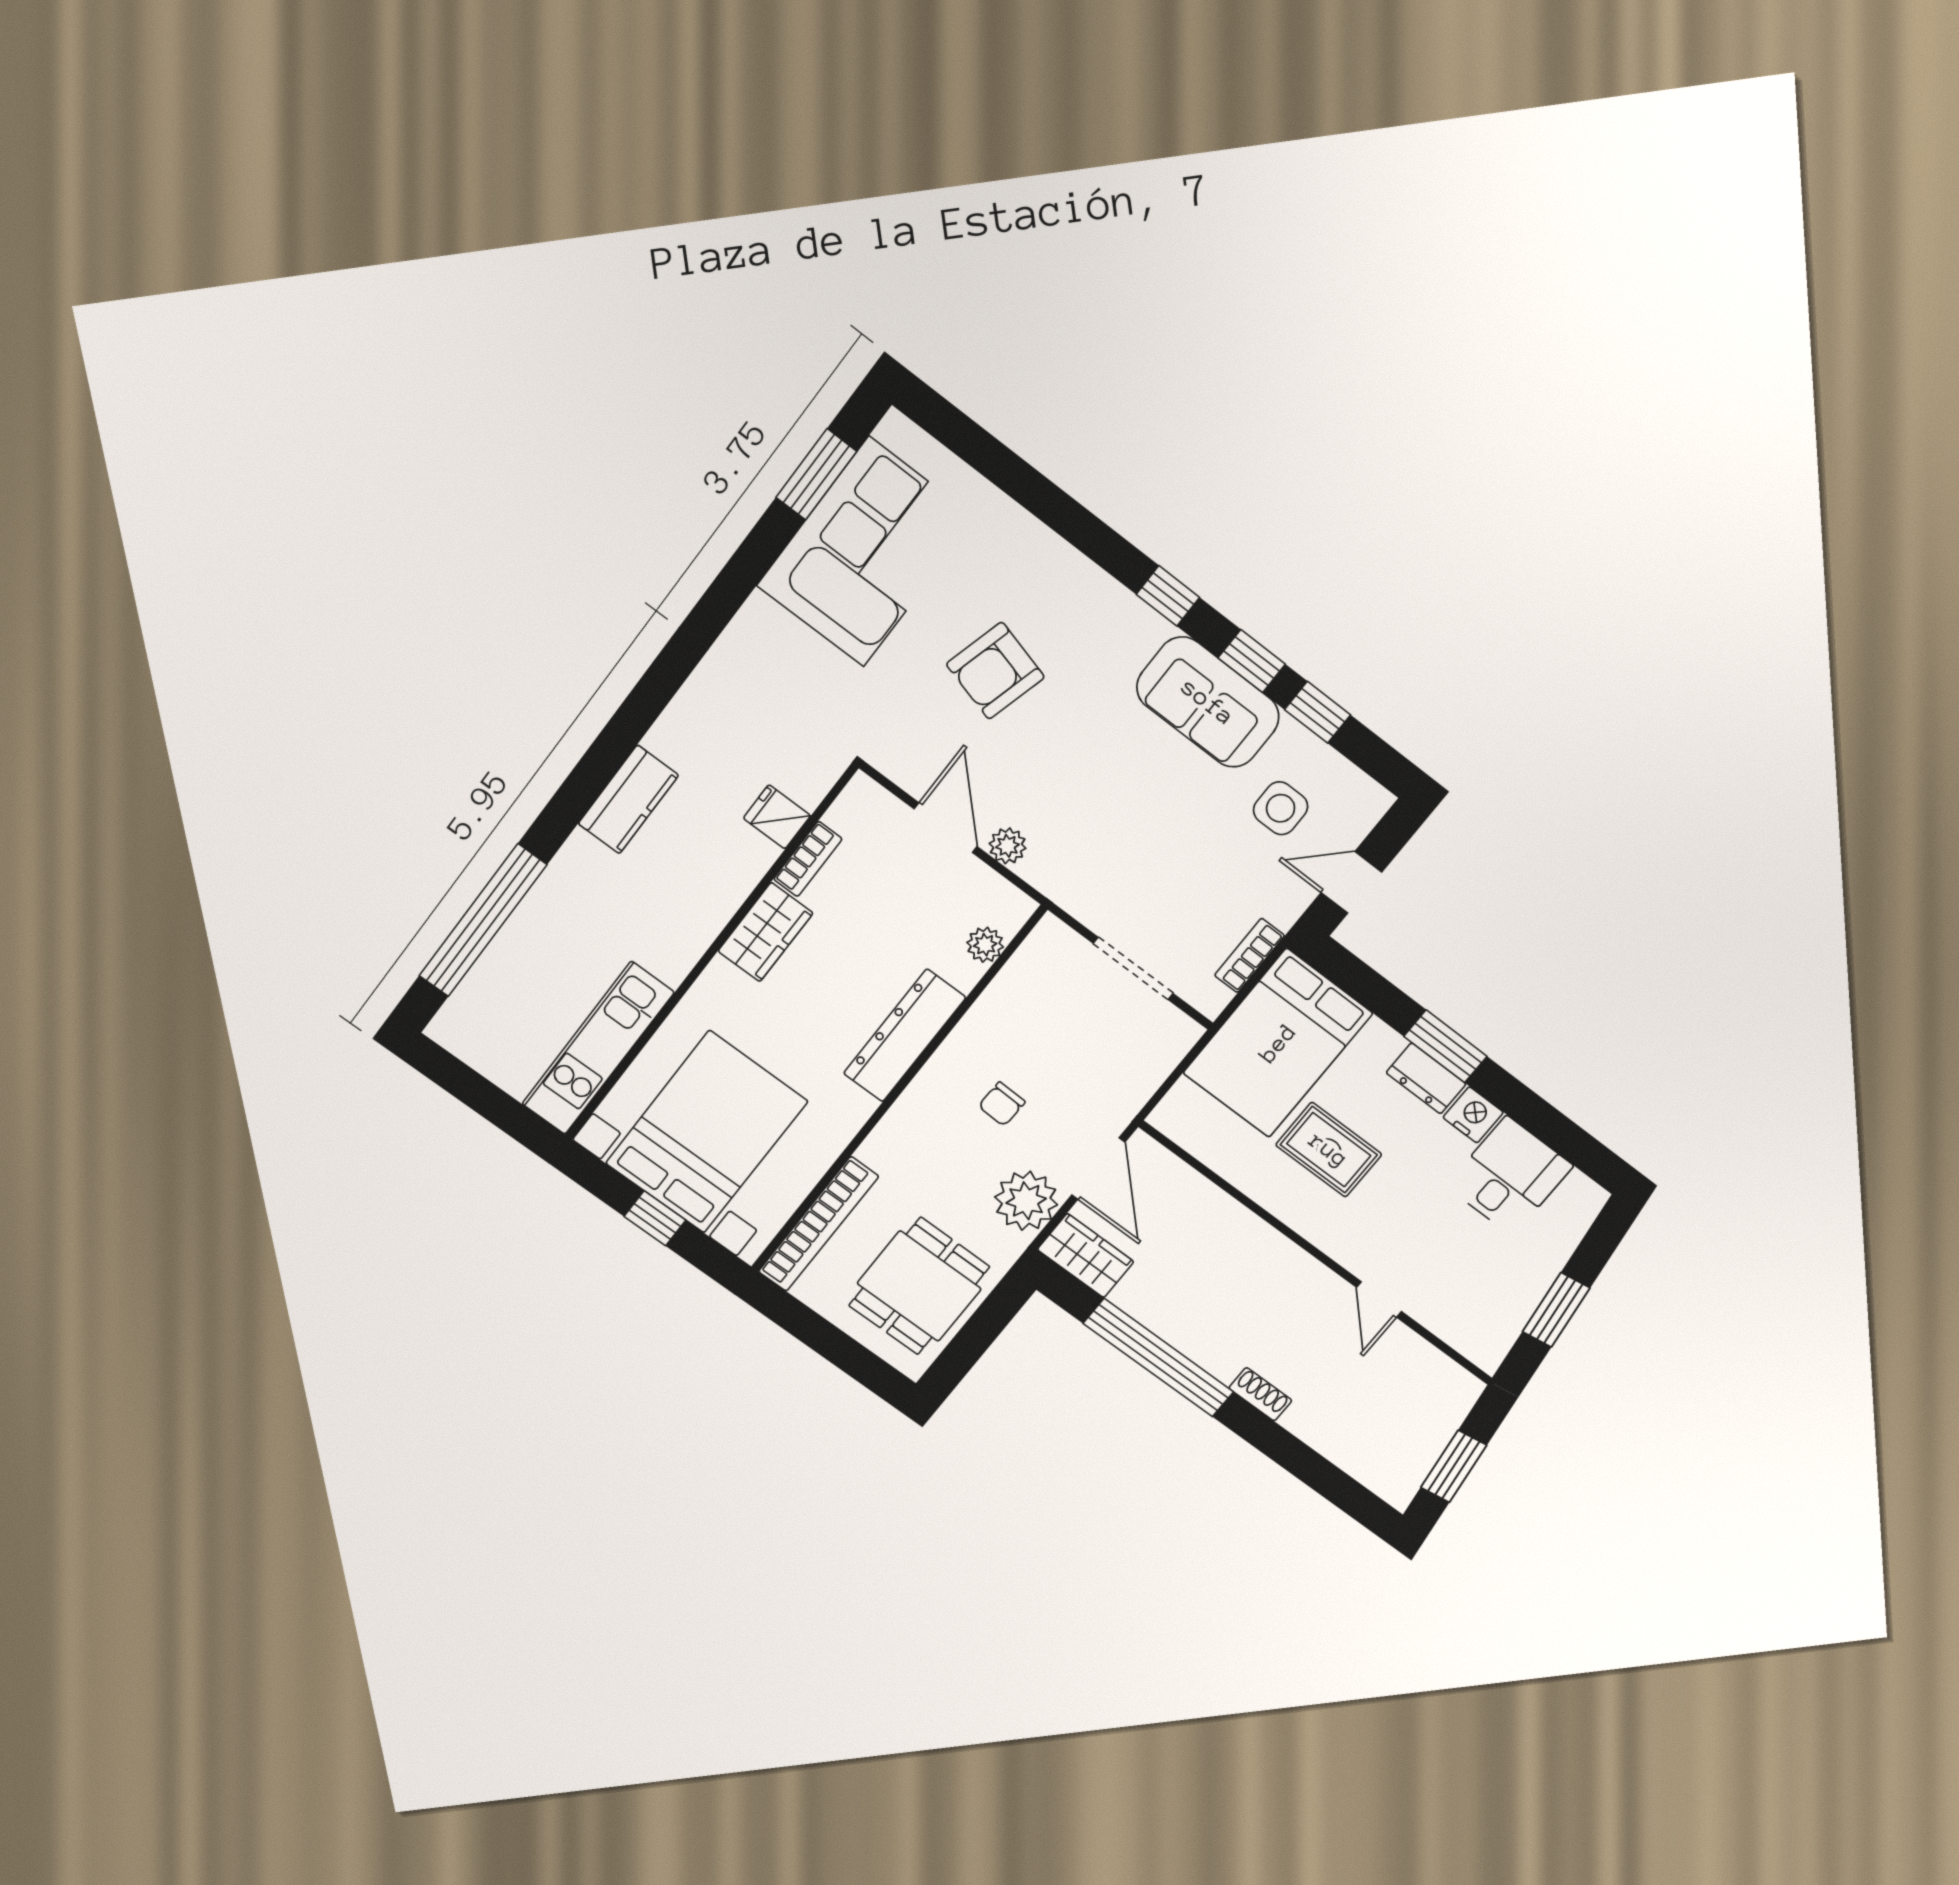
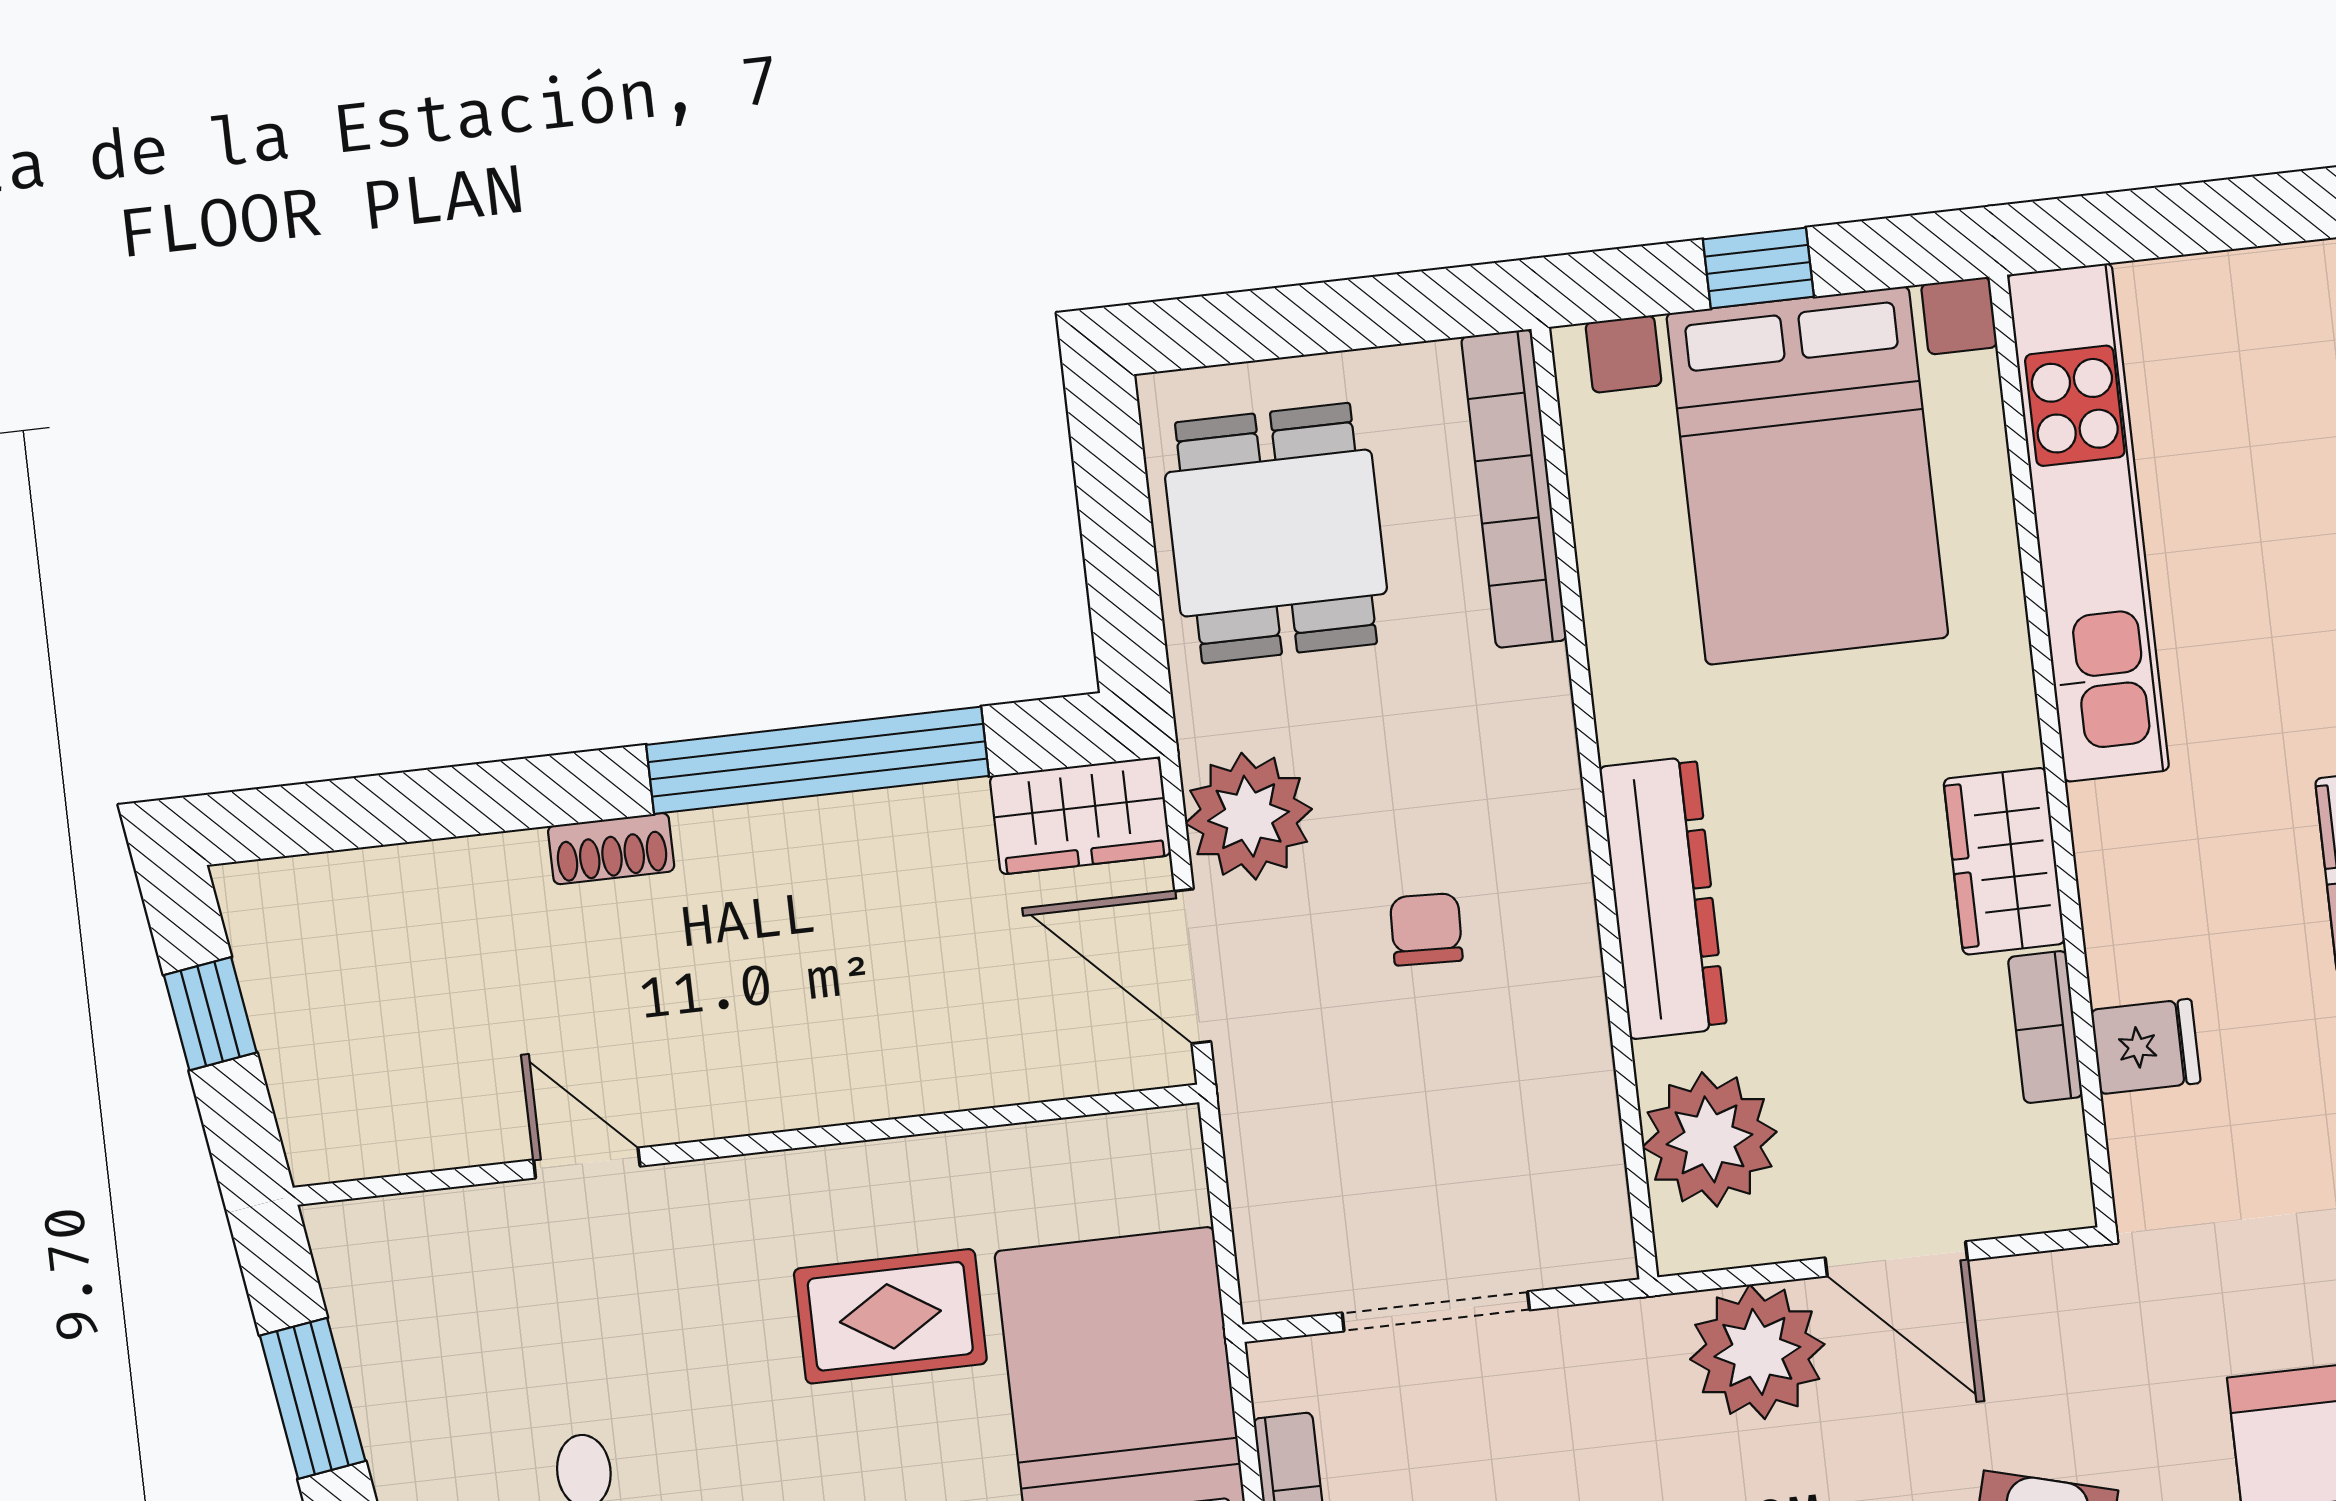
plant: (1008, 846) -> (1757, 1352), width x1.88, depth x1.88
plant: (985, 945) -> (1710, 1139), width x1.88, depth x1.88
kitchen unit: (598, 1048) -> (2088, 522), width x1.36
window: (1454, 1466) -> (210, 1014), width x0.67

